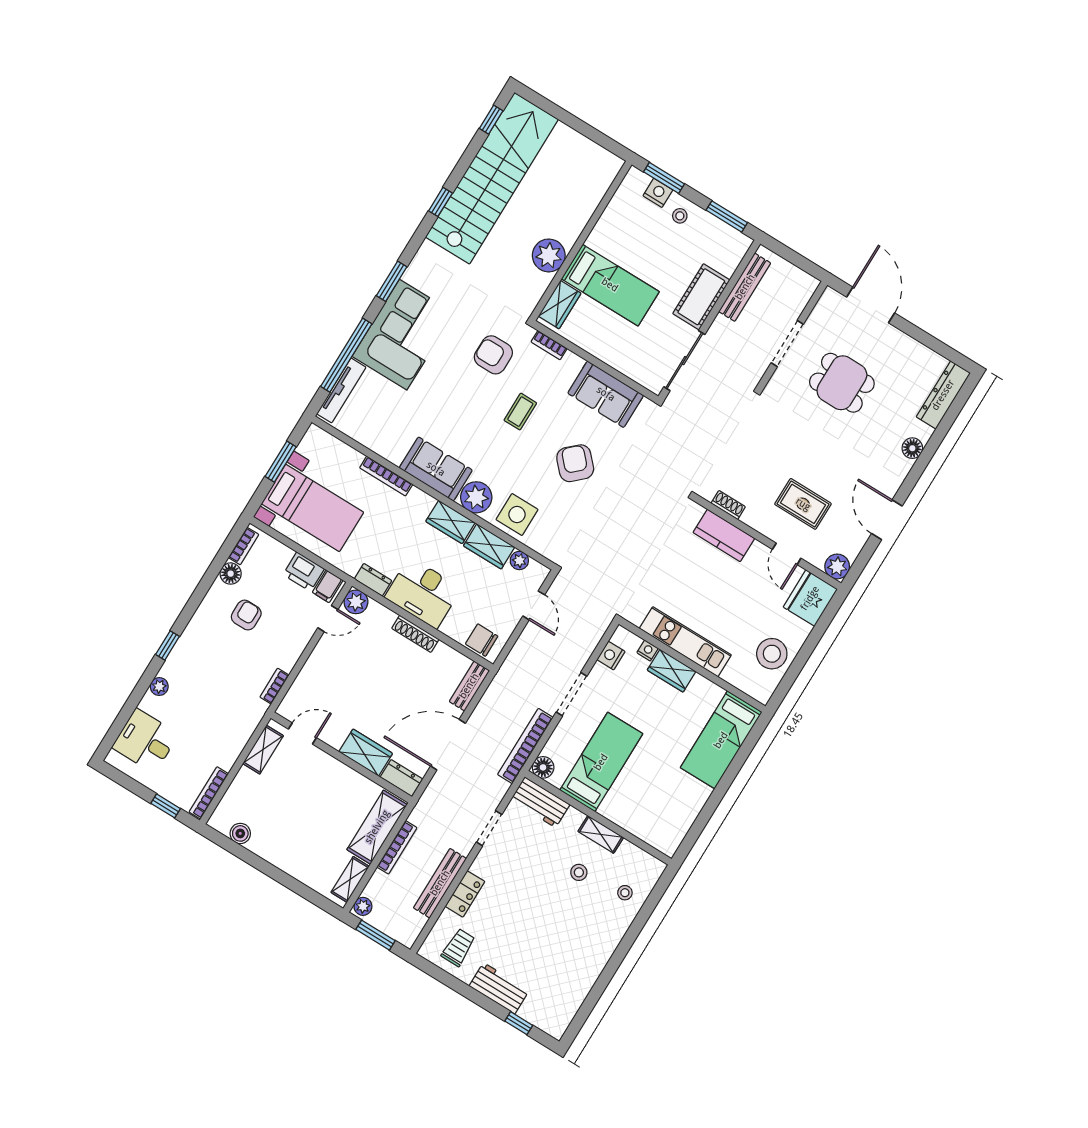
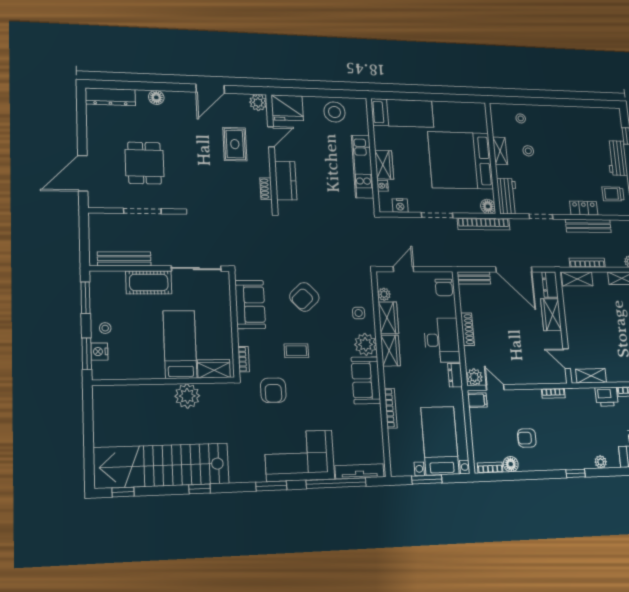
side table: (517, 515) -> (359, 313), width x0.54, depth x0.54
printer: (304, 572) -> (607, 397), moved, turned 90
bed: (601, 762) -> (461, 160), width x2.04
shelving: (377, 827) -> (577, 279), width x0.67, depth x0.75

